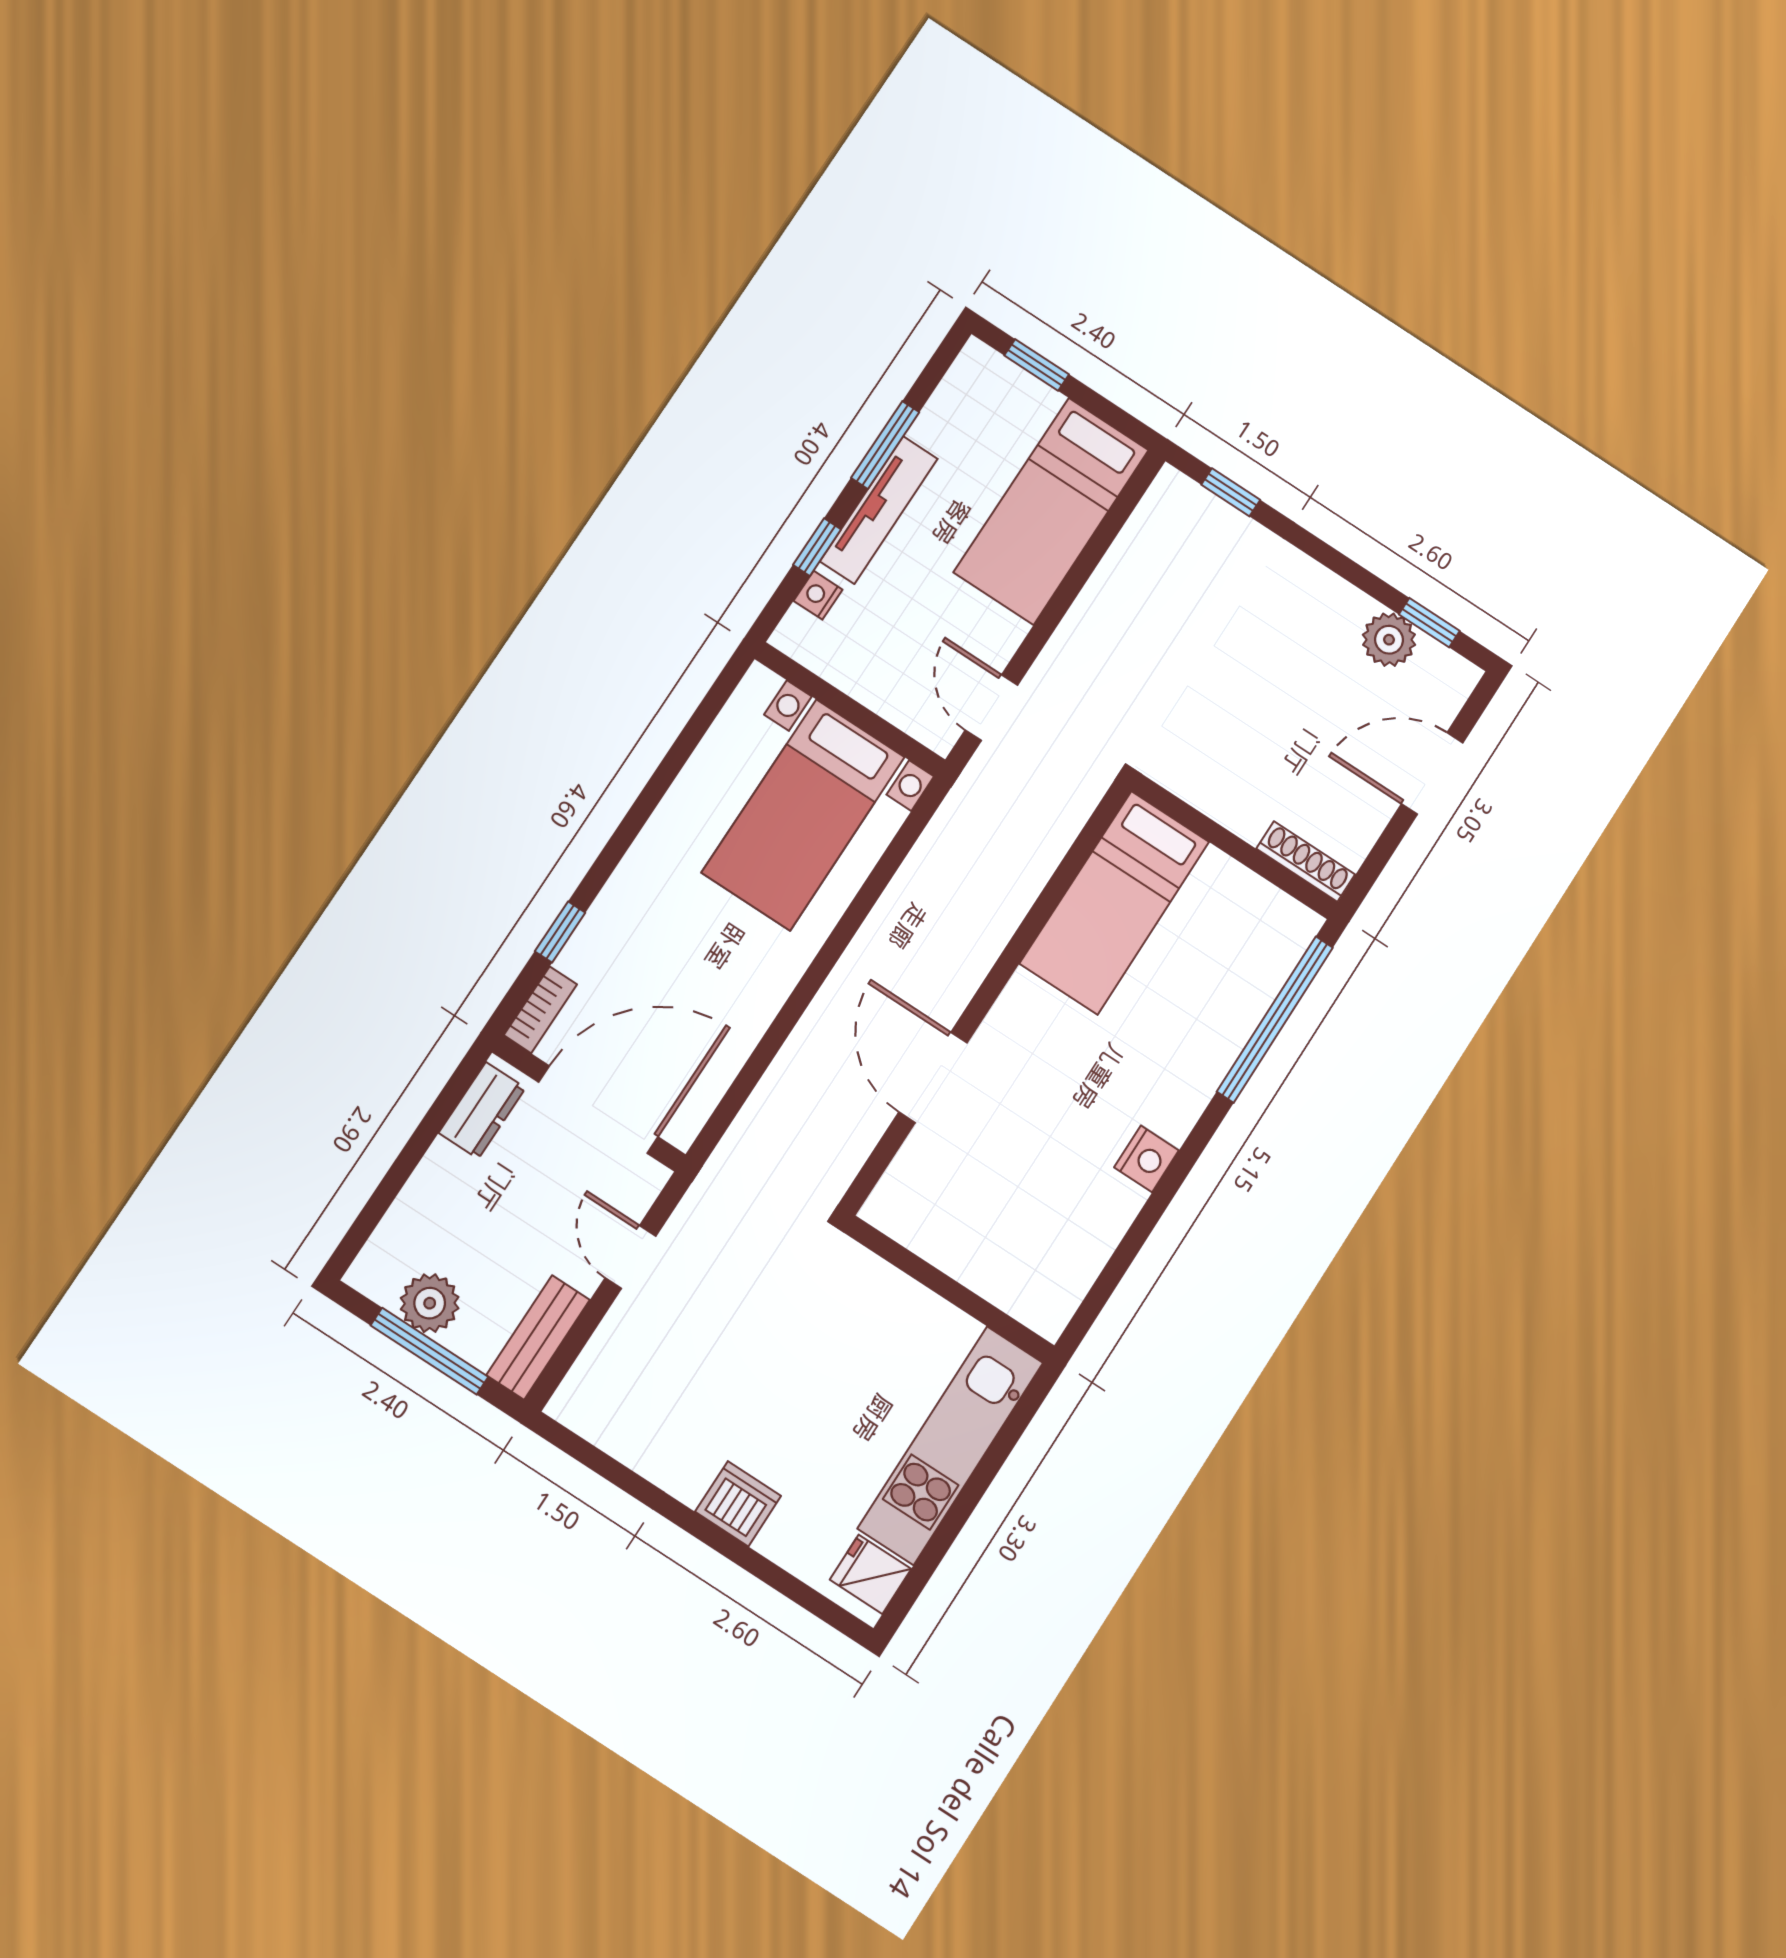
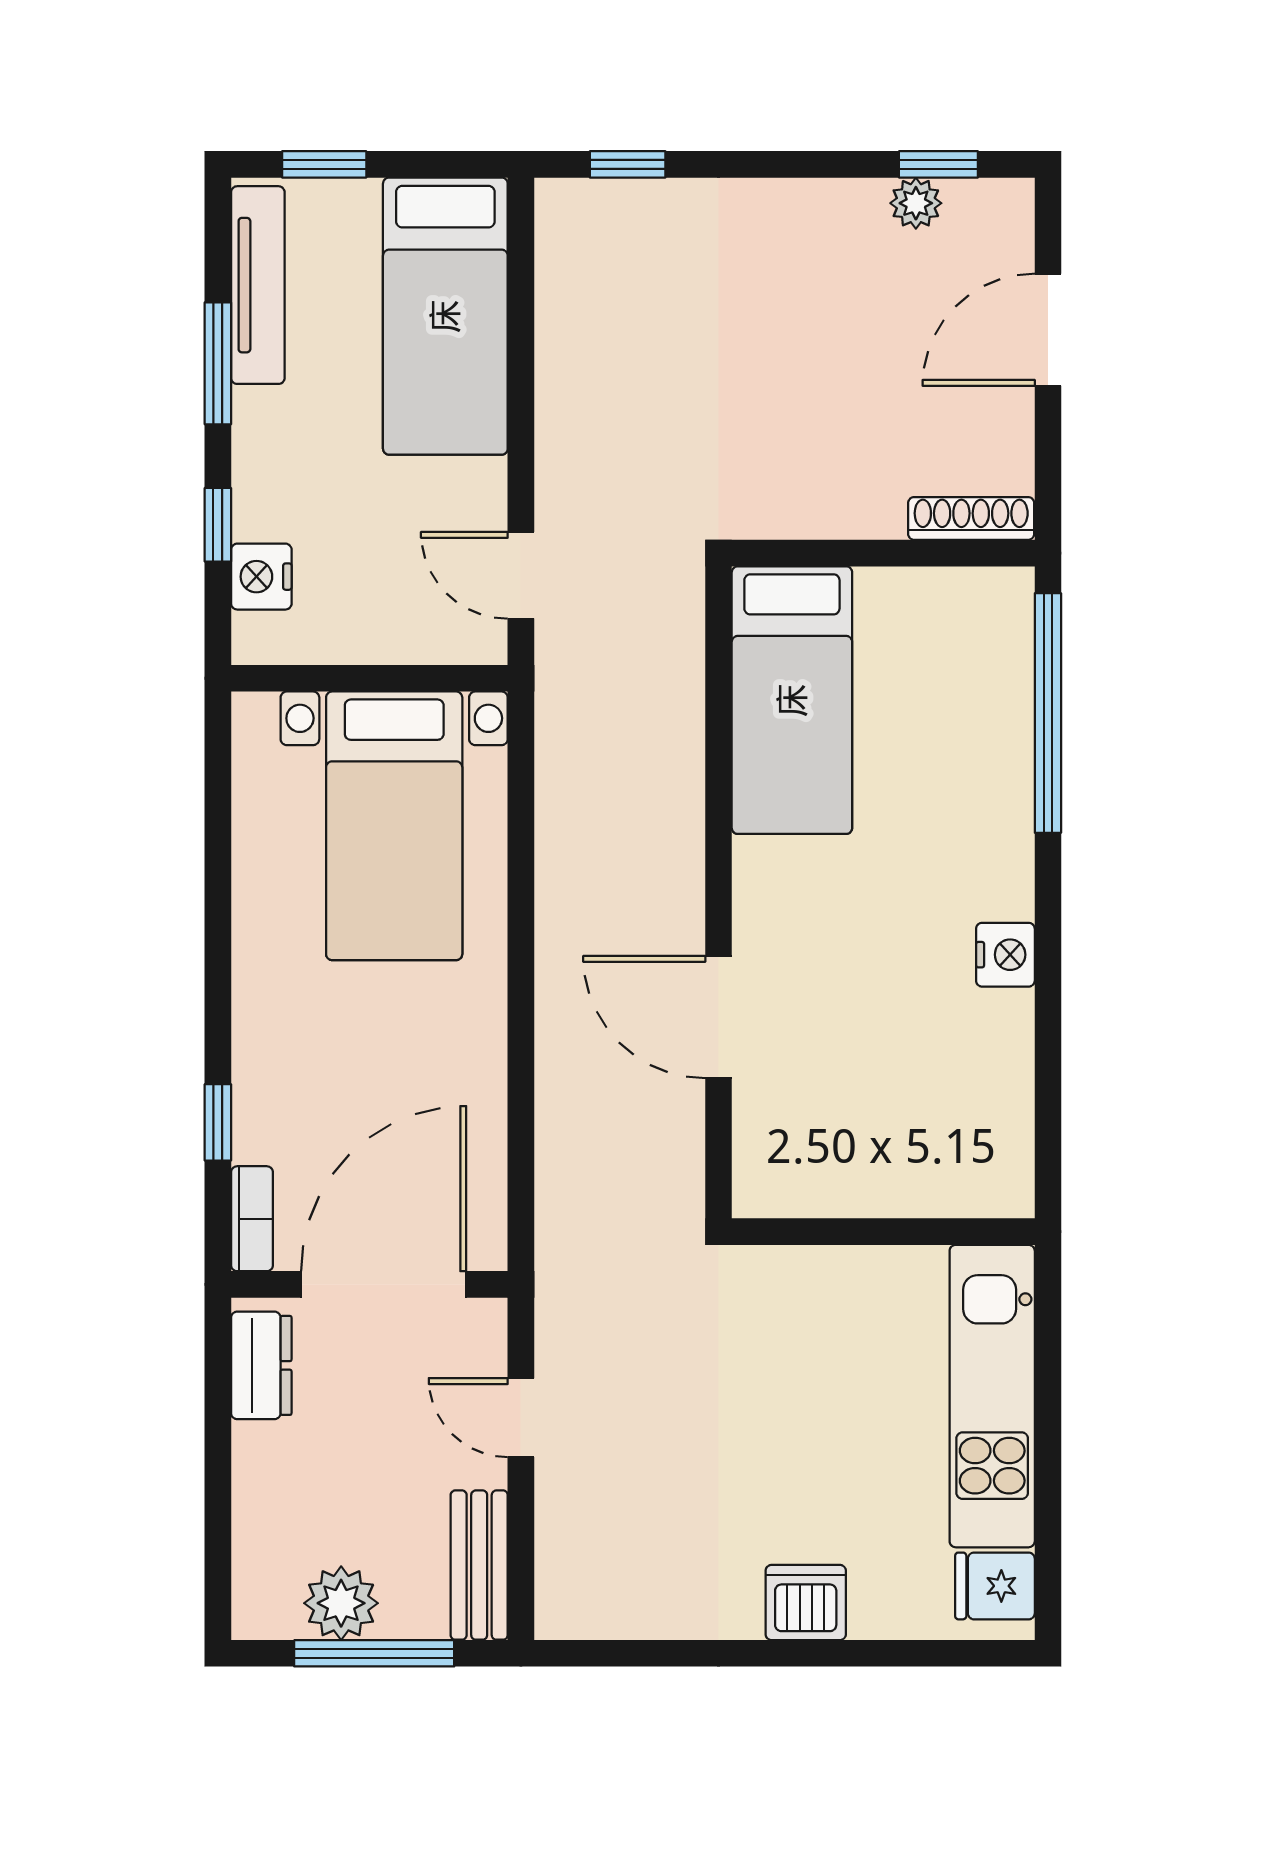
tv unit: (879, 510) -> (258, 285), moved
nightstand: (818, 595) -> (261, 577), width x1.39, depth x1.35
plant: (1389, 640) -> (916, 203), width x0.73, depth x0.73

